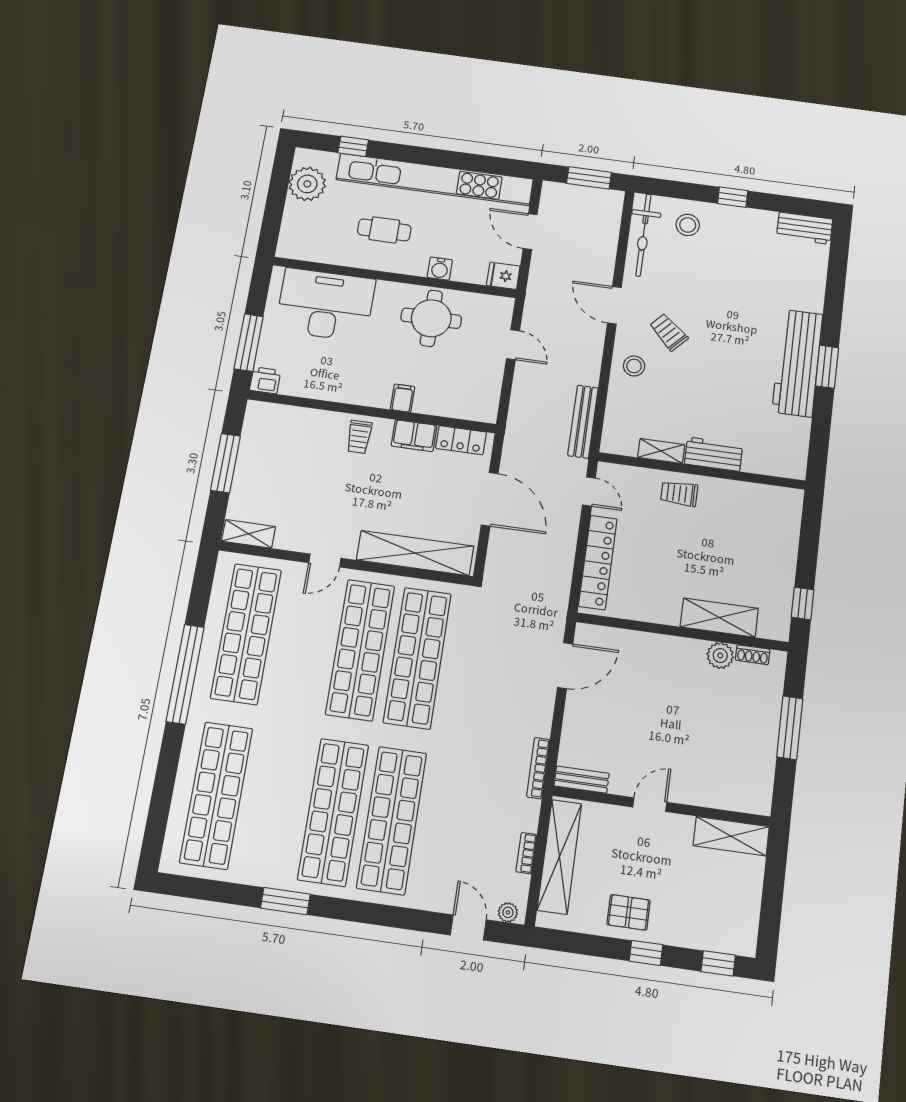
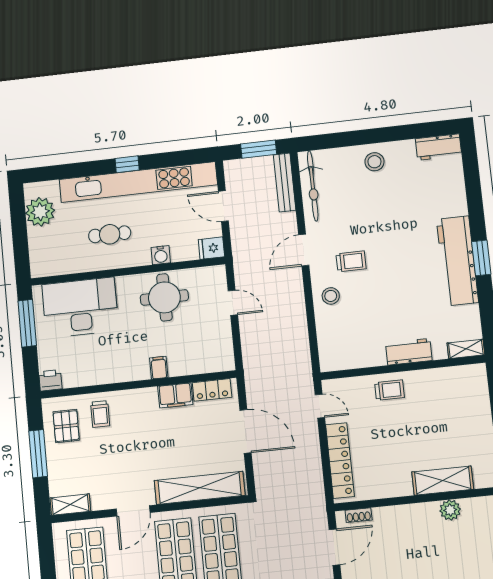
window: (353, 146) -> (127, 164), moved
window: (733, 197) -> (376, 136), removed
stool: (688, 225) -> (374, 162), moved
door: (614, 305) -> (304, 250), hinge flipped
trolley: (669, 332) -> (351, 261), turned 137
window: (249, 343) -> (27, 323), moved
bench: (583, 422) -> (285, 183), moved
trolley: (359, 437) -> (100, 414), moved
pallet: (270, 439) -> (66, 426), added
shelving: (661, 451) -> (466, 349), moved
trolley: (679, 494) -> (390, 390), turned 180
door: (325, 560) -> (133, 511), width x1.37
shoe rack: (753, 655) -> (359, 515), moved

